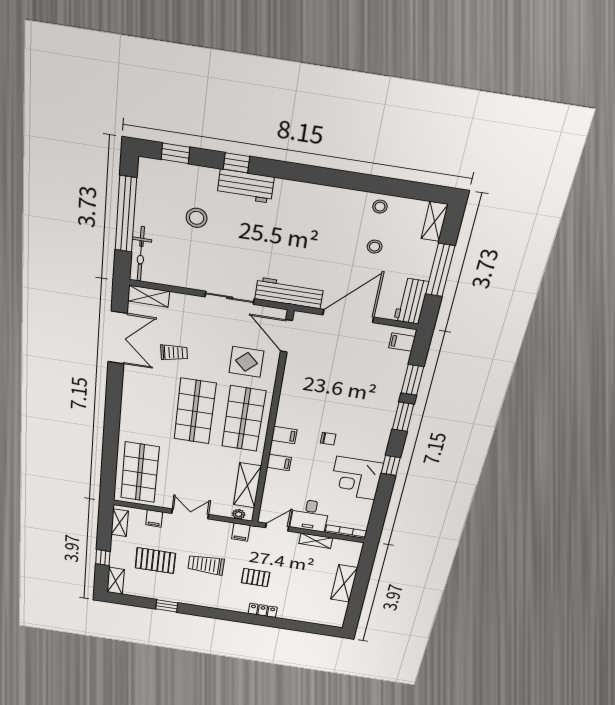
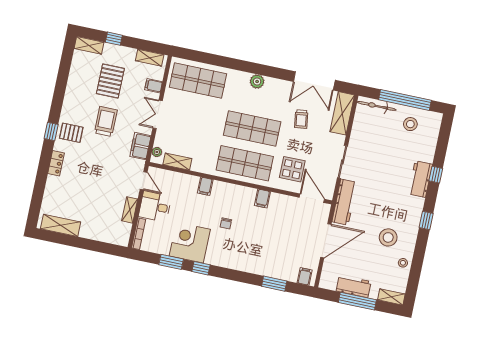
window: (175, 153) -> (426, 221), moved
stool: (197, 218) -> (410, 124), moved
stool: (375, 247) -> (388, 237), moved, width x1.89, depth x1.89
shelving: (149, 296) -> (342, 113), width x1.50, depth x1.33
workbench: (411, 301) -> (354, 286), moved
door: (348, 316) -> (326, 241), hinge flipped
door: (286, 336) -> (312, 198), hinge flipped
plant: (130, 407) -> (257, 81), added
window: (403, 417) -> (171, 262), moved
filing cabinet: (284, 435) -> (262, 199), moved
shelving: (247, 485) -> (177, 162), width x0.67, depth x0.75
double door: (190, 514) -> (158, 114), swing flipped
filing cabinet: (241, 532) -> (140, 146), width x2.00
pallet: (256, 578) -> (71, 133), moved, turned 90
shelving: (344, 583) -> (61, 225), moved
window: (167, 606) -> (51, 132), moved

